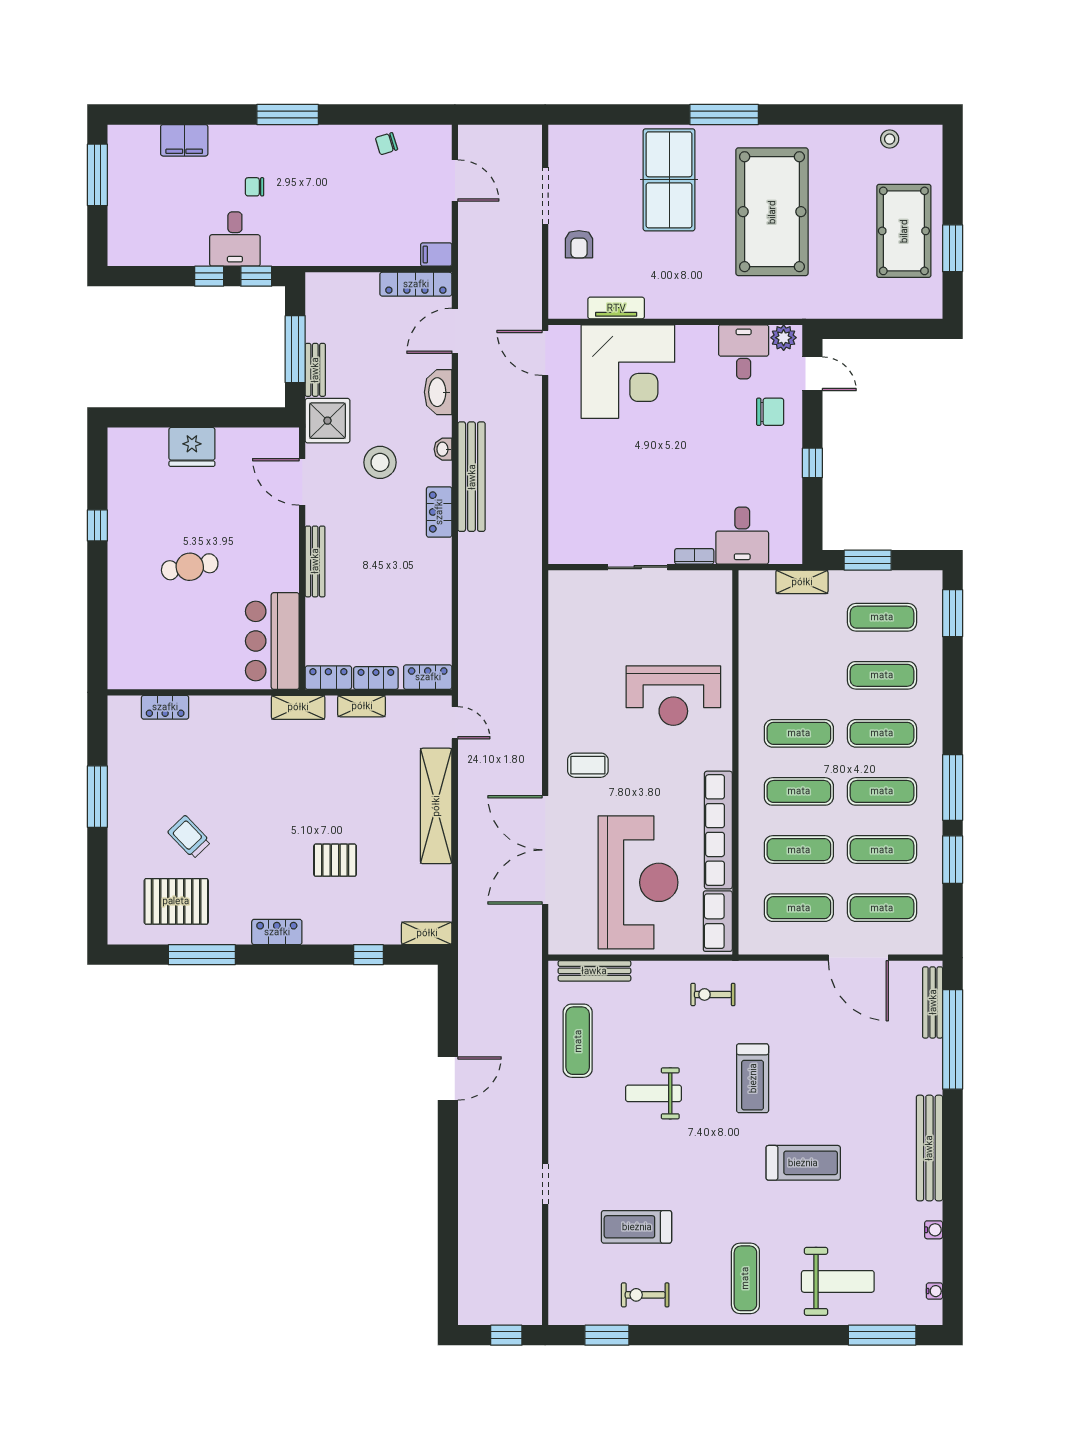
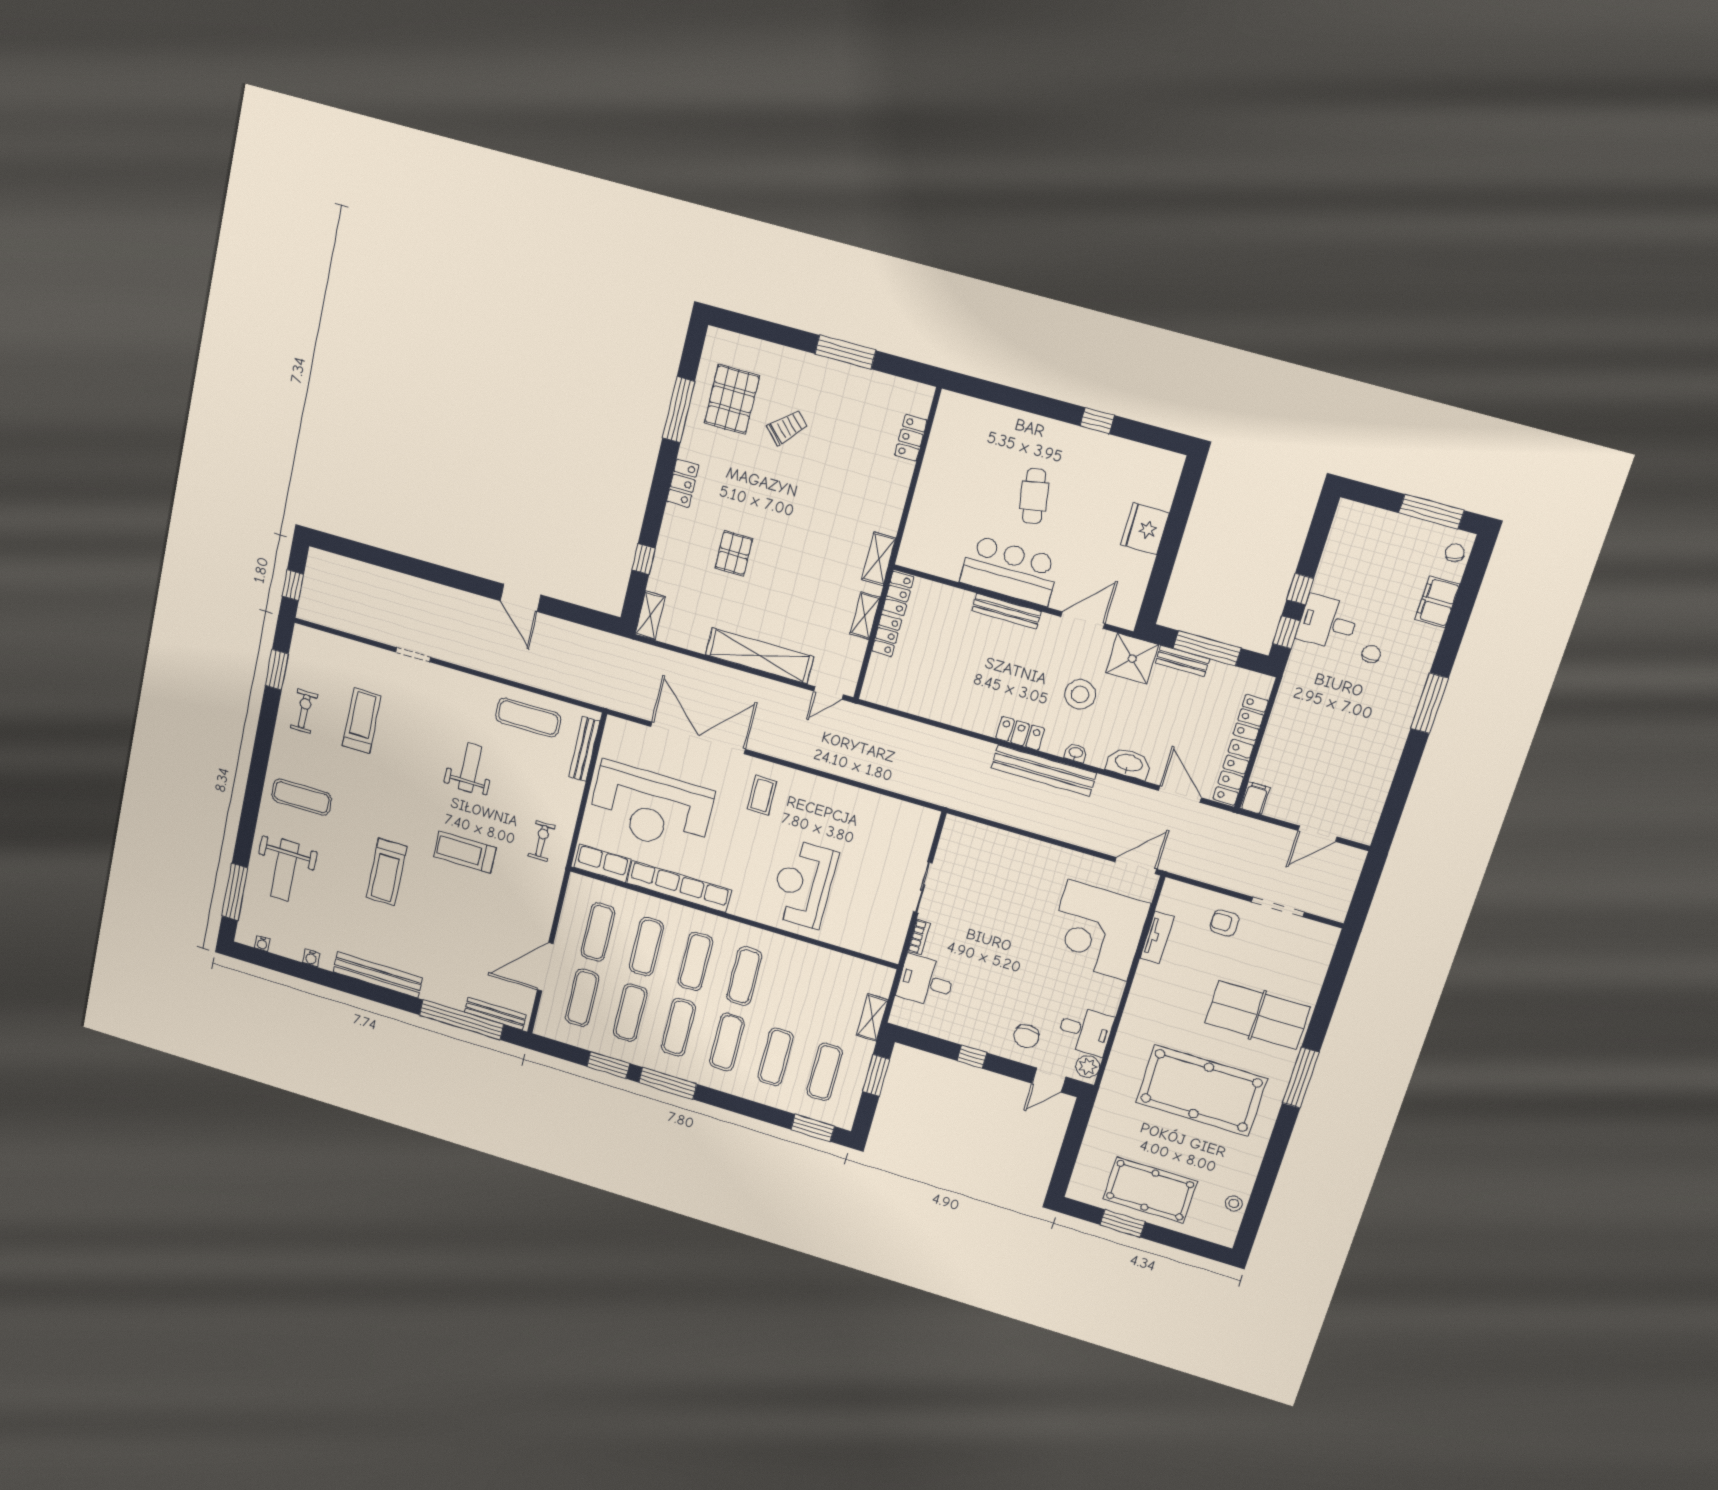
chair: (386, 144) -> (1455, 553), moved
bar counter: (272, 641) -> (1010, 571), moved
locker: (428, 677) -> (1251, 718), moved, turned 180

